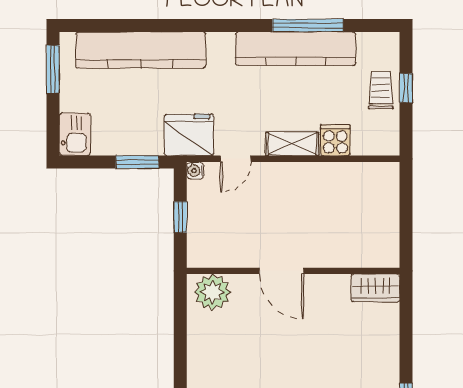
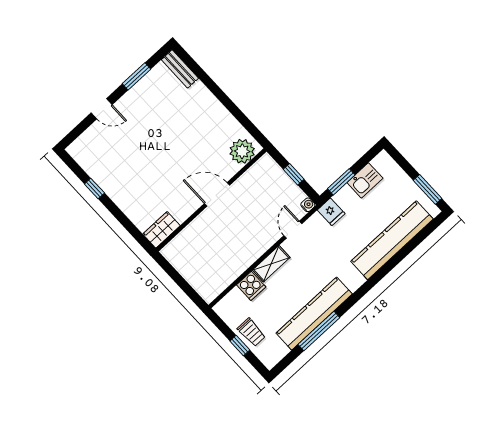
kitchen sink: (75, 134) -> (365, 180), moved, turned -90
fridge: (189, 135) -> (331, 212), width x0.53, depth x0.75

